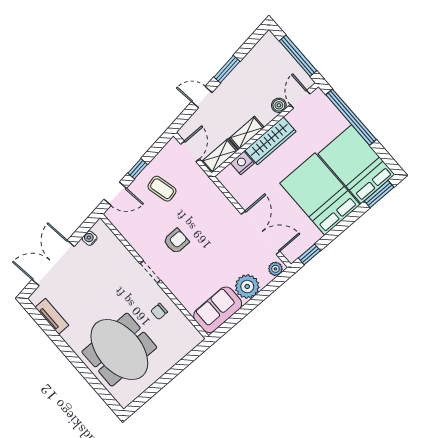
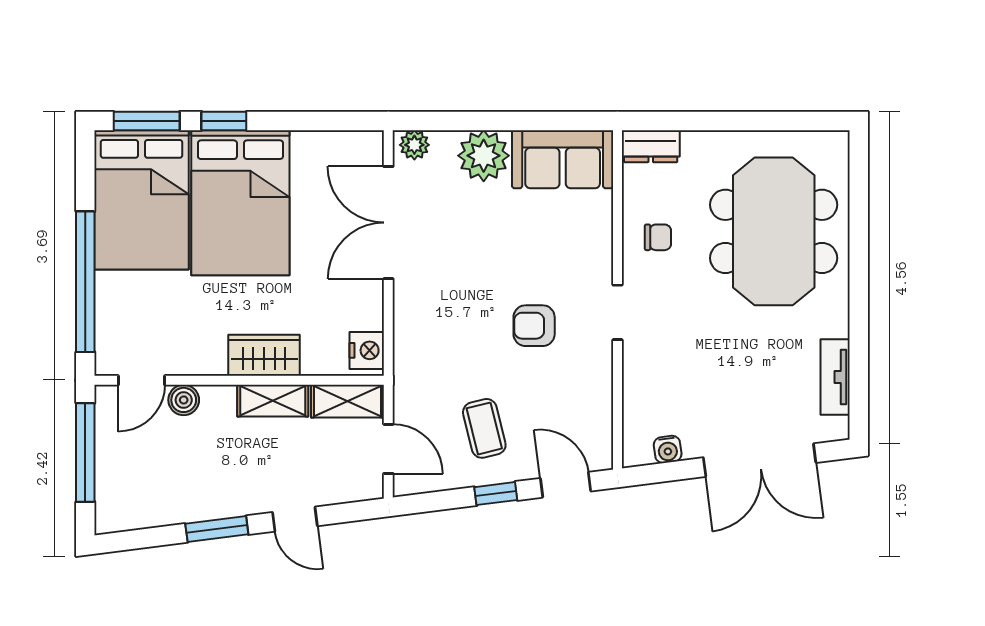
wardrobe: (270, 141) -> (264, 355), width x0.67
door: (190, 151) -> (388, 449), swing flipped
nightstand: (242, 163) -> (367, 350), moved, turned -90
window: (309, 254) -> (224, 121), moved
dresser: (190, 342) -> (651, 146), added

